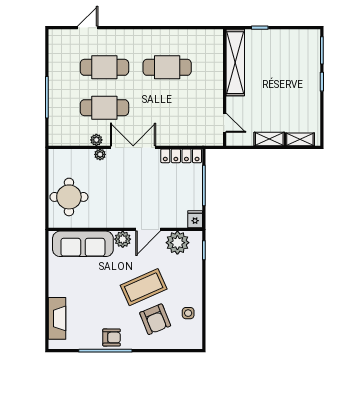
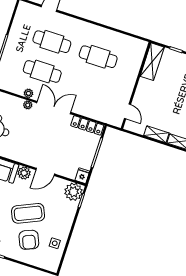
shelving: (235, 63) -> (152, 62), width x0.68
plant: (177, 243) -> (73, 192), moved

